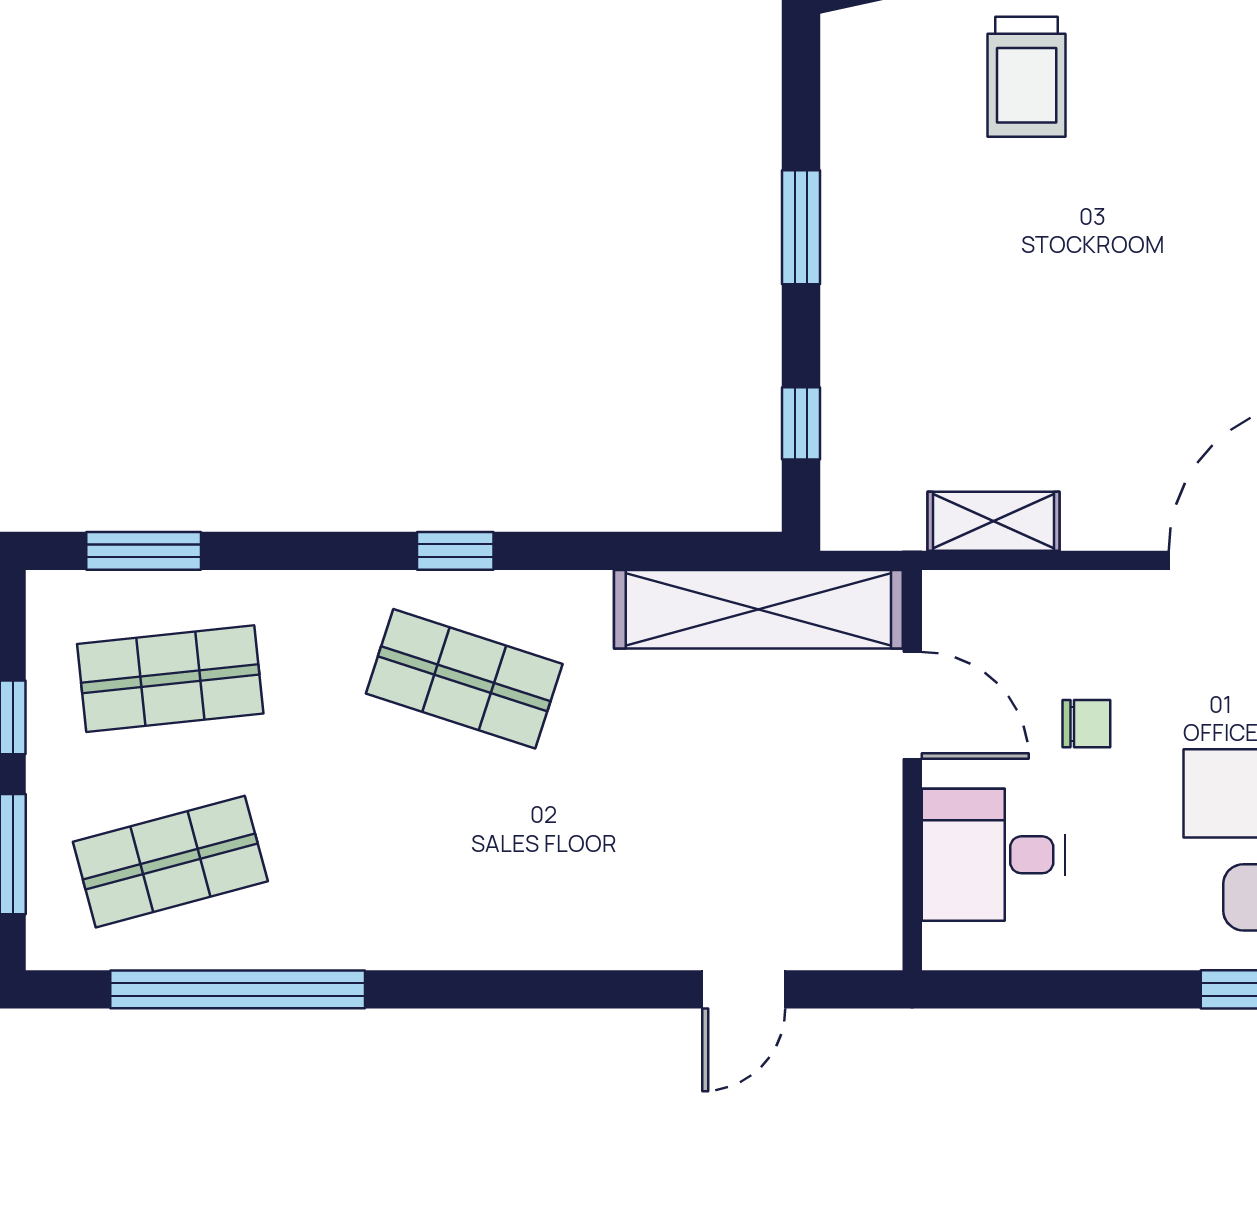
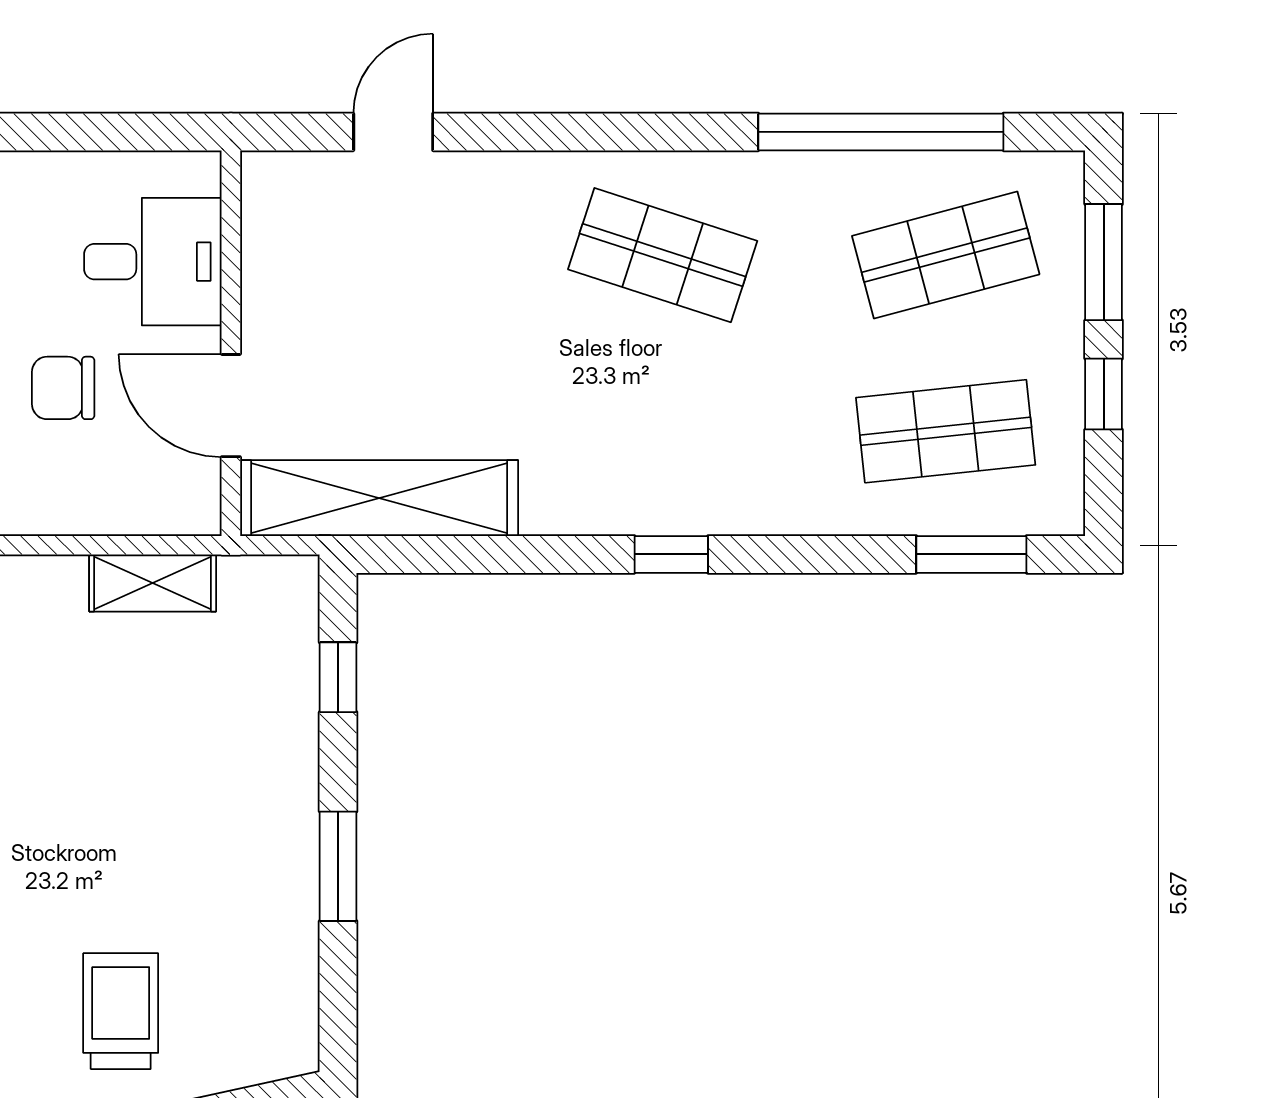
shop shelf: (464, 679) -> (663, 255), moved
chair: (1086, 724) -> (63, 388), width x1.37, depth x1.37

